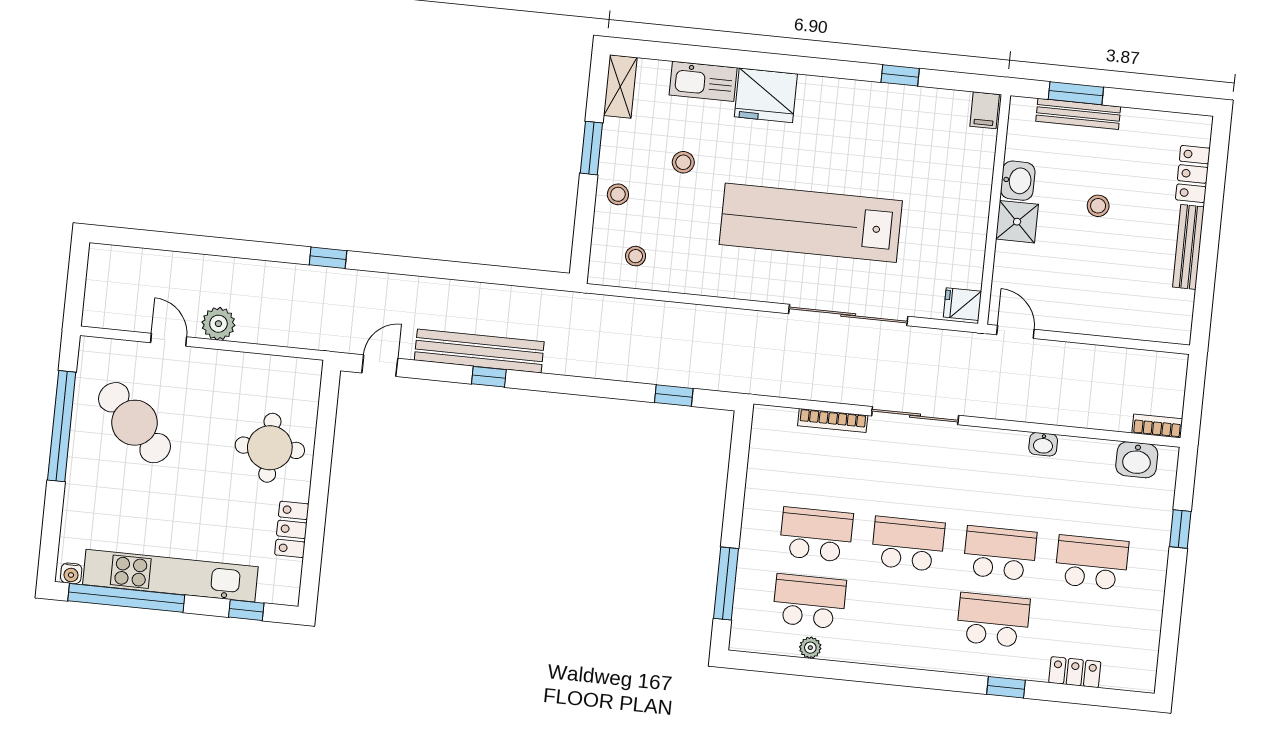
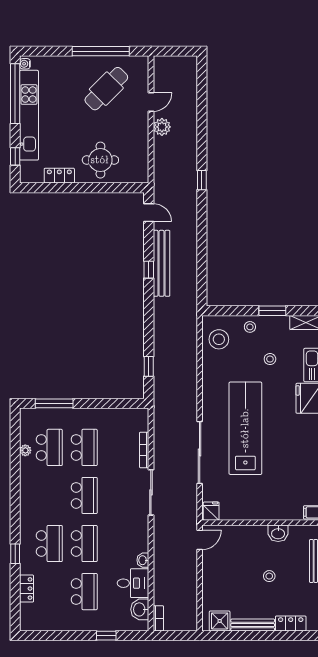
shower: (1017, 222) -> (220, 621), moved
stool: (636, 256) -> (219, 339), width x1.89, depth x1.89
desk: (1085, 468) -> (133, 583), added

